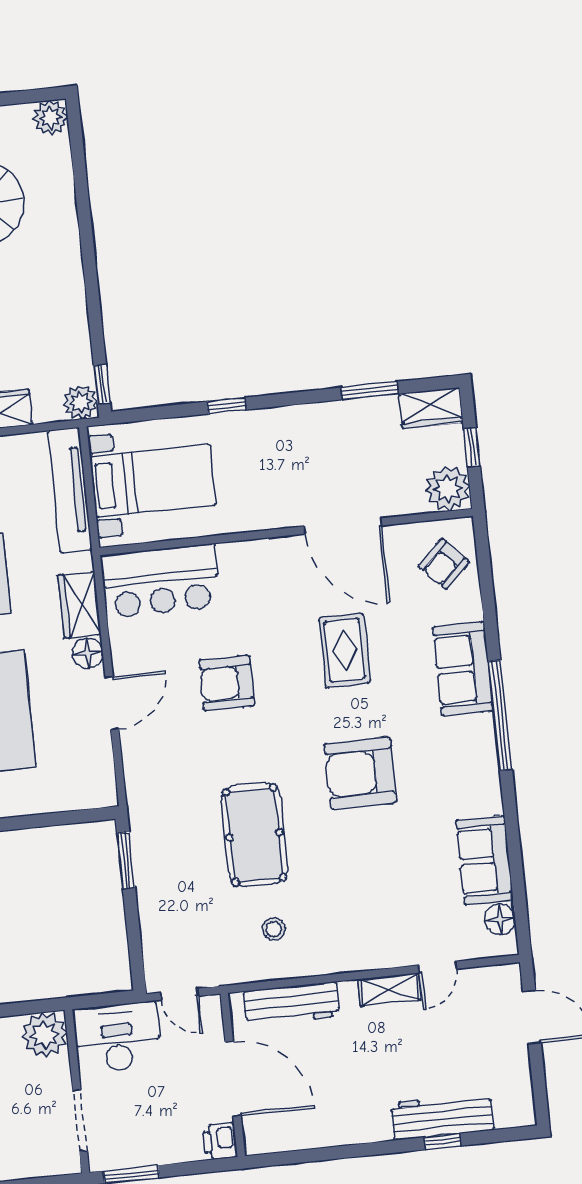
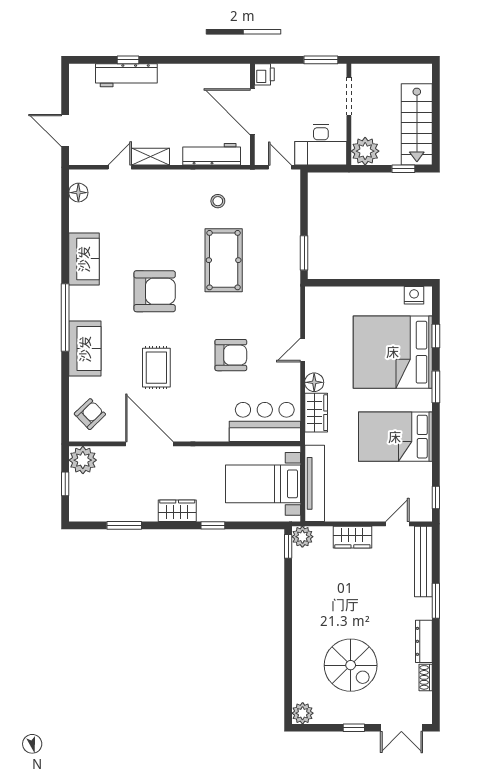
wardrobe: (431, 408) -> (177, 511), moved
door: (112, 703) -> (303, 350), width x0.73
sofa: (485, 860) -> (84, 259), moved

